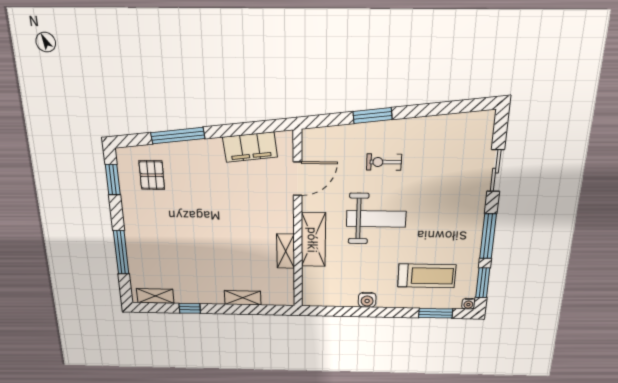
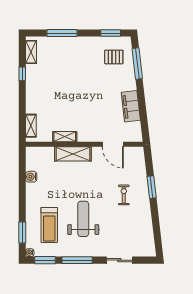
window: (178, 136) -> (137, 64), moved
filing cabinet: (250, 147) -> (131, 106), moved
weight bench: (376, 219) -> (83, 219), moved, turned 180
shelving: (243, 298) -> (31, 126), moved
water cooler: (367, 300) -> (31, 177), moved

